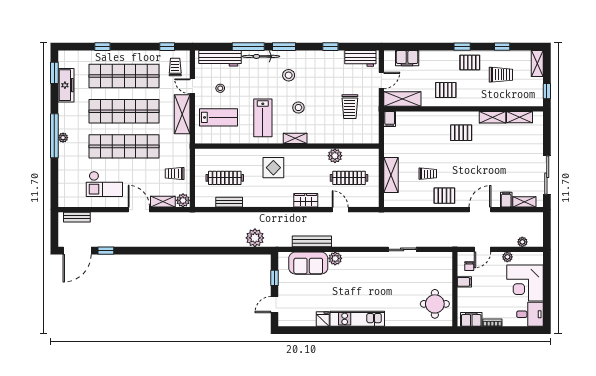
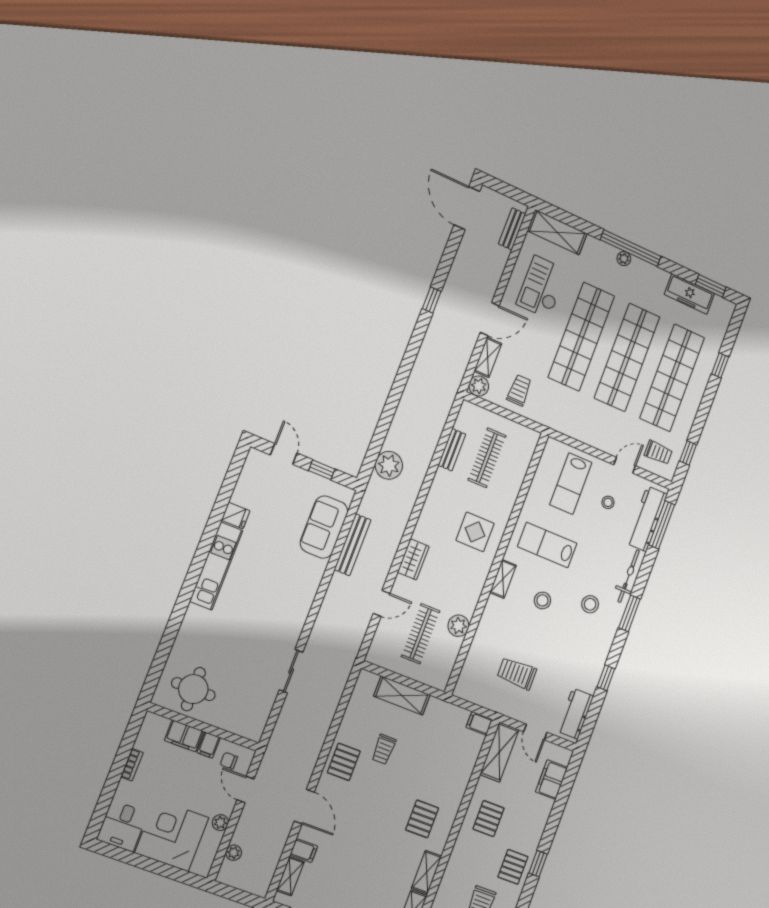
window: (248, 47) -> (662, 525), moved
shelving: (182, 114) -> (557, 232), moved
window: (106, 251) -> (432, 300), moved
plant: (335, 258) -> (315, 569), removed
filing cabinet: (471, 319) -> (184, 736), moved, turned 90

